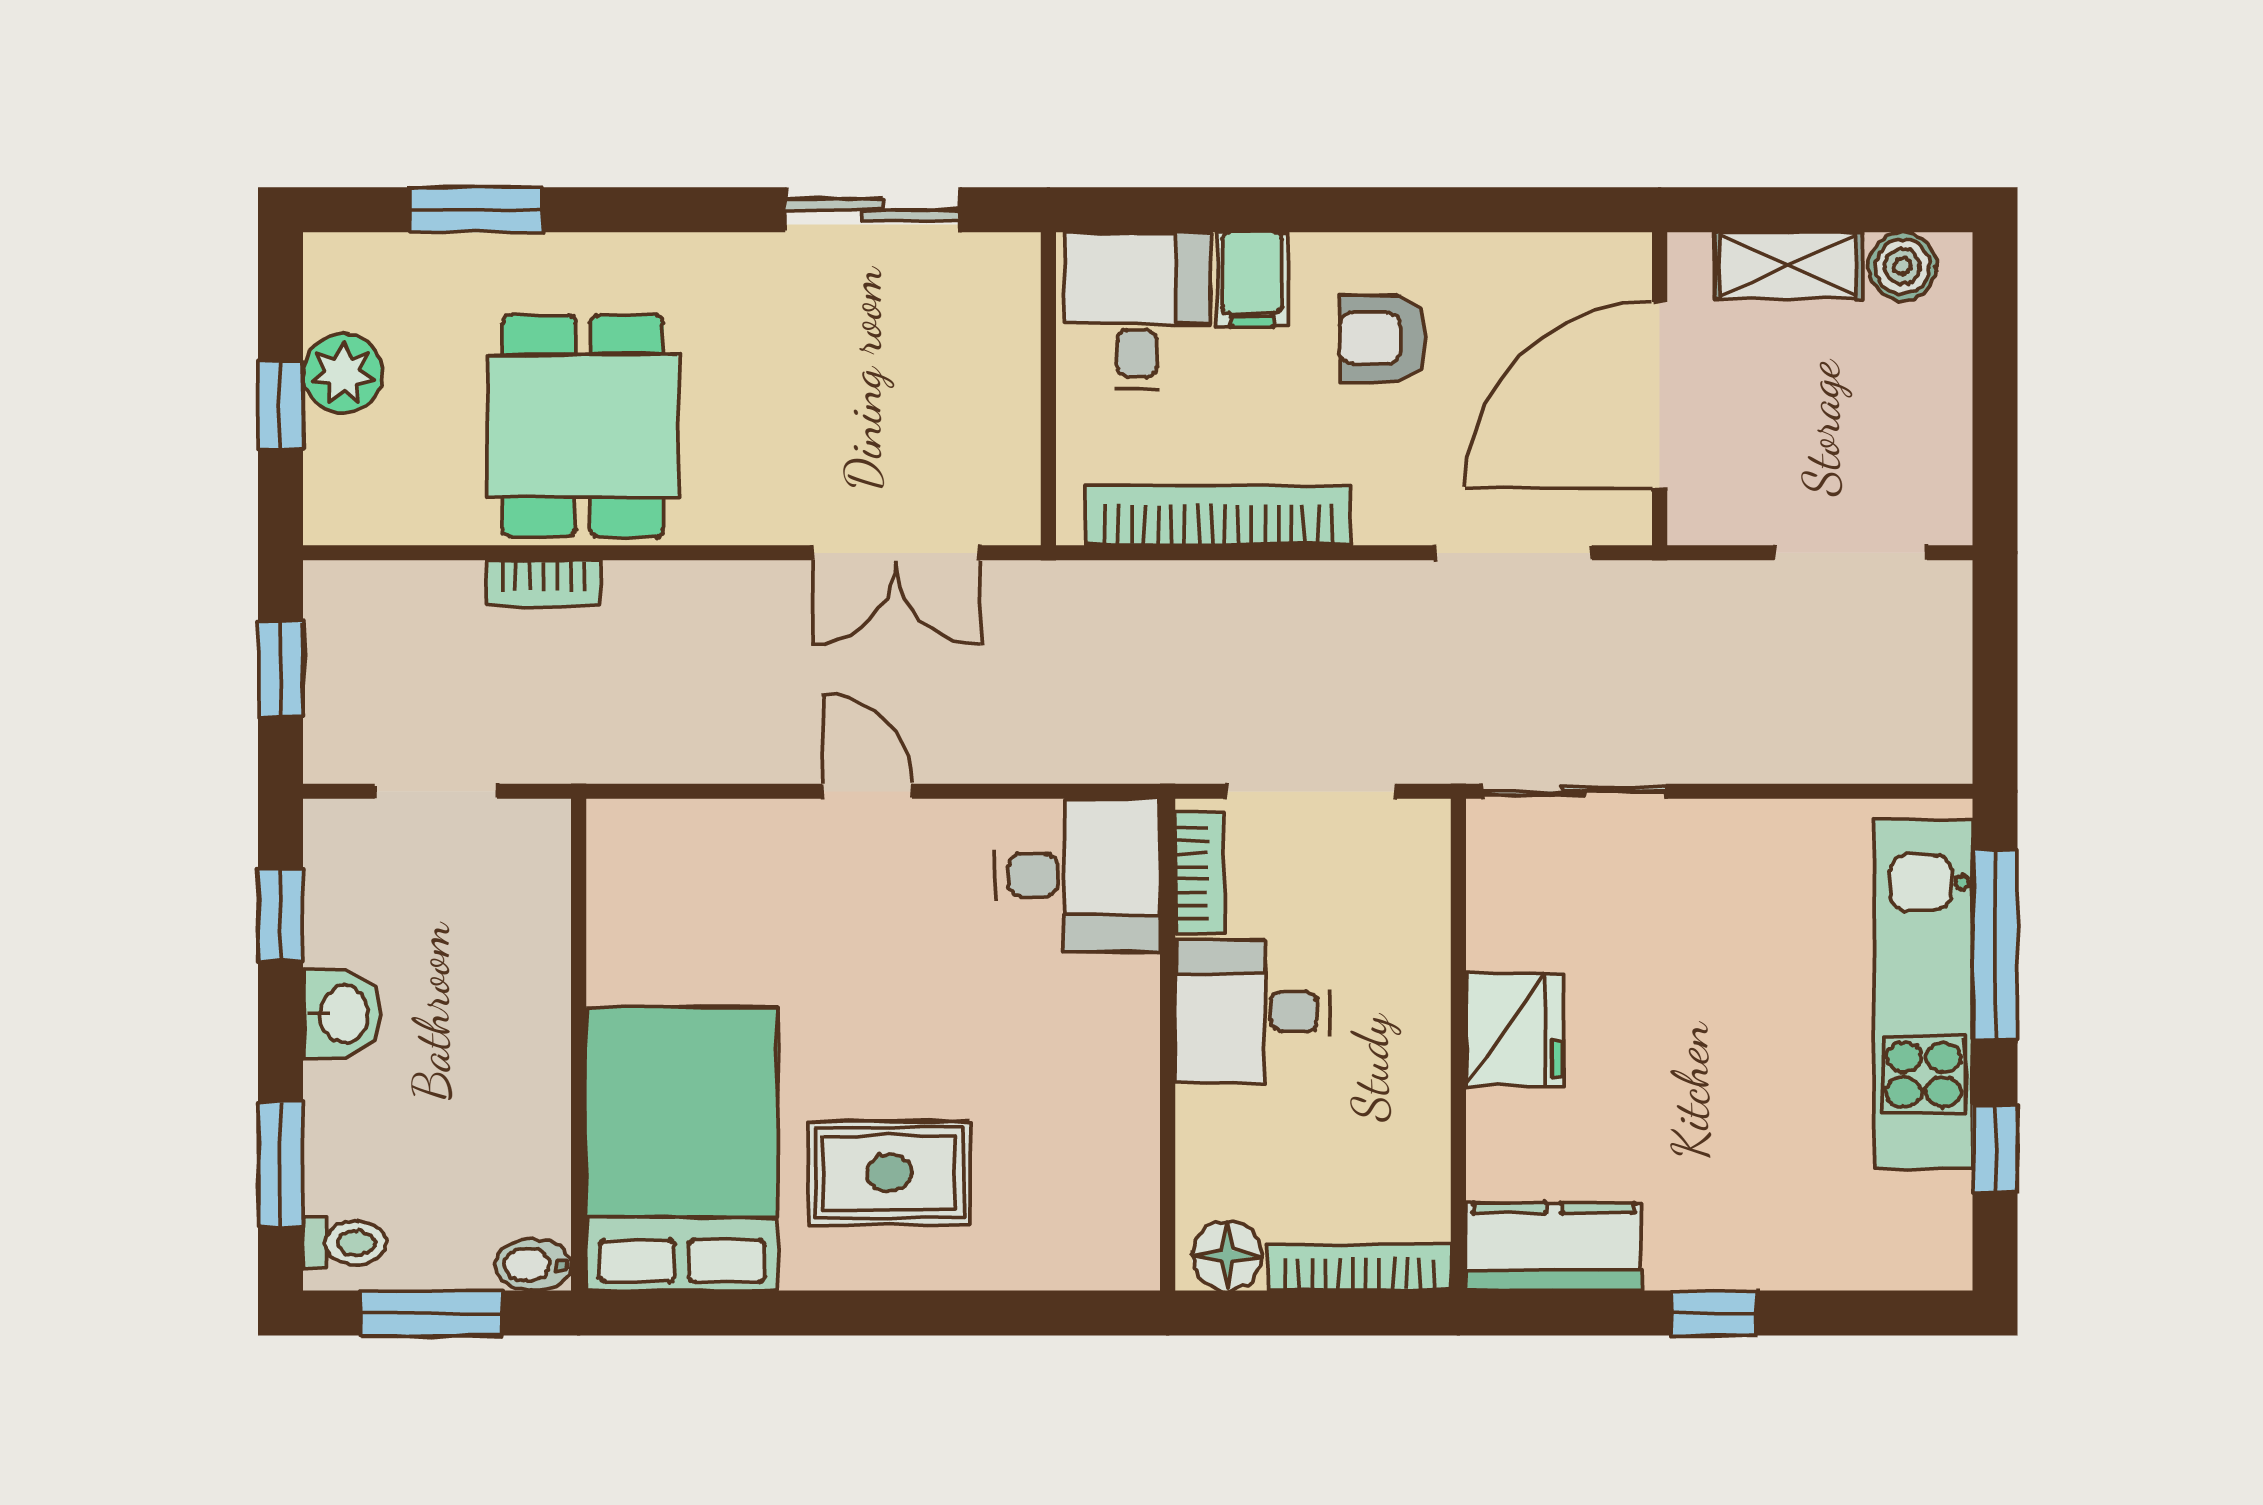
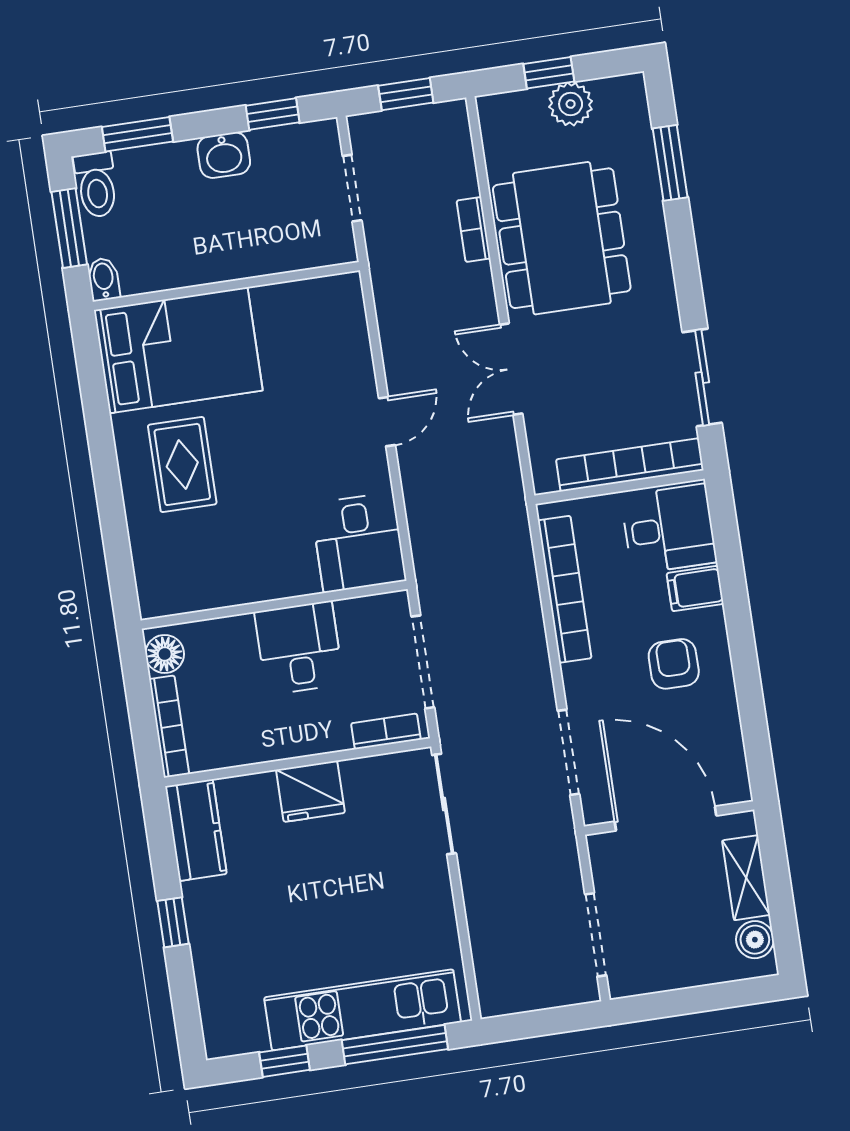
bookcase: (1011, 364) -> (630, 465), added
dining table: (583, 426) -> (562, 238), width x1.37
double door: (896, 553) -> (511, 369), moved
bookcase: (1199, 873) -> (386, 731), moved, turned 180
toilet: (345, 1243) -> (96, 185), width x1.37, depth x1.39

